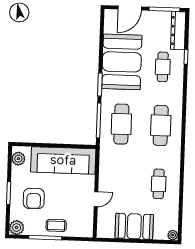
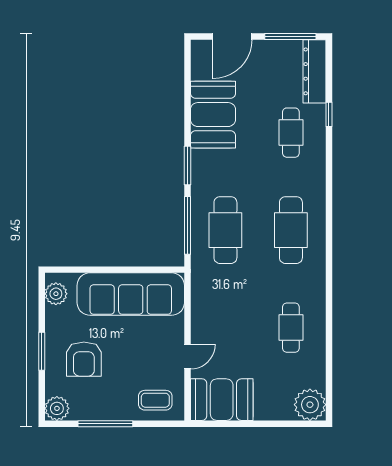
booth: (122, 62) -> (213, 115), width x0.73, depth x0.70
coffee table: (56, 225) -> (155, 400), moved
booth: (134, 226) -> (222, 400), moved
plant: (173, 235) -> (310, 405), width x1.88, depth x1.88

